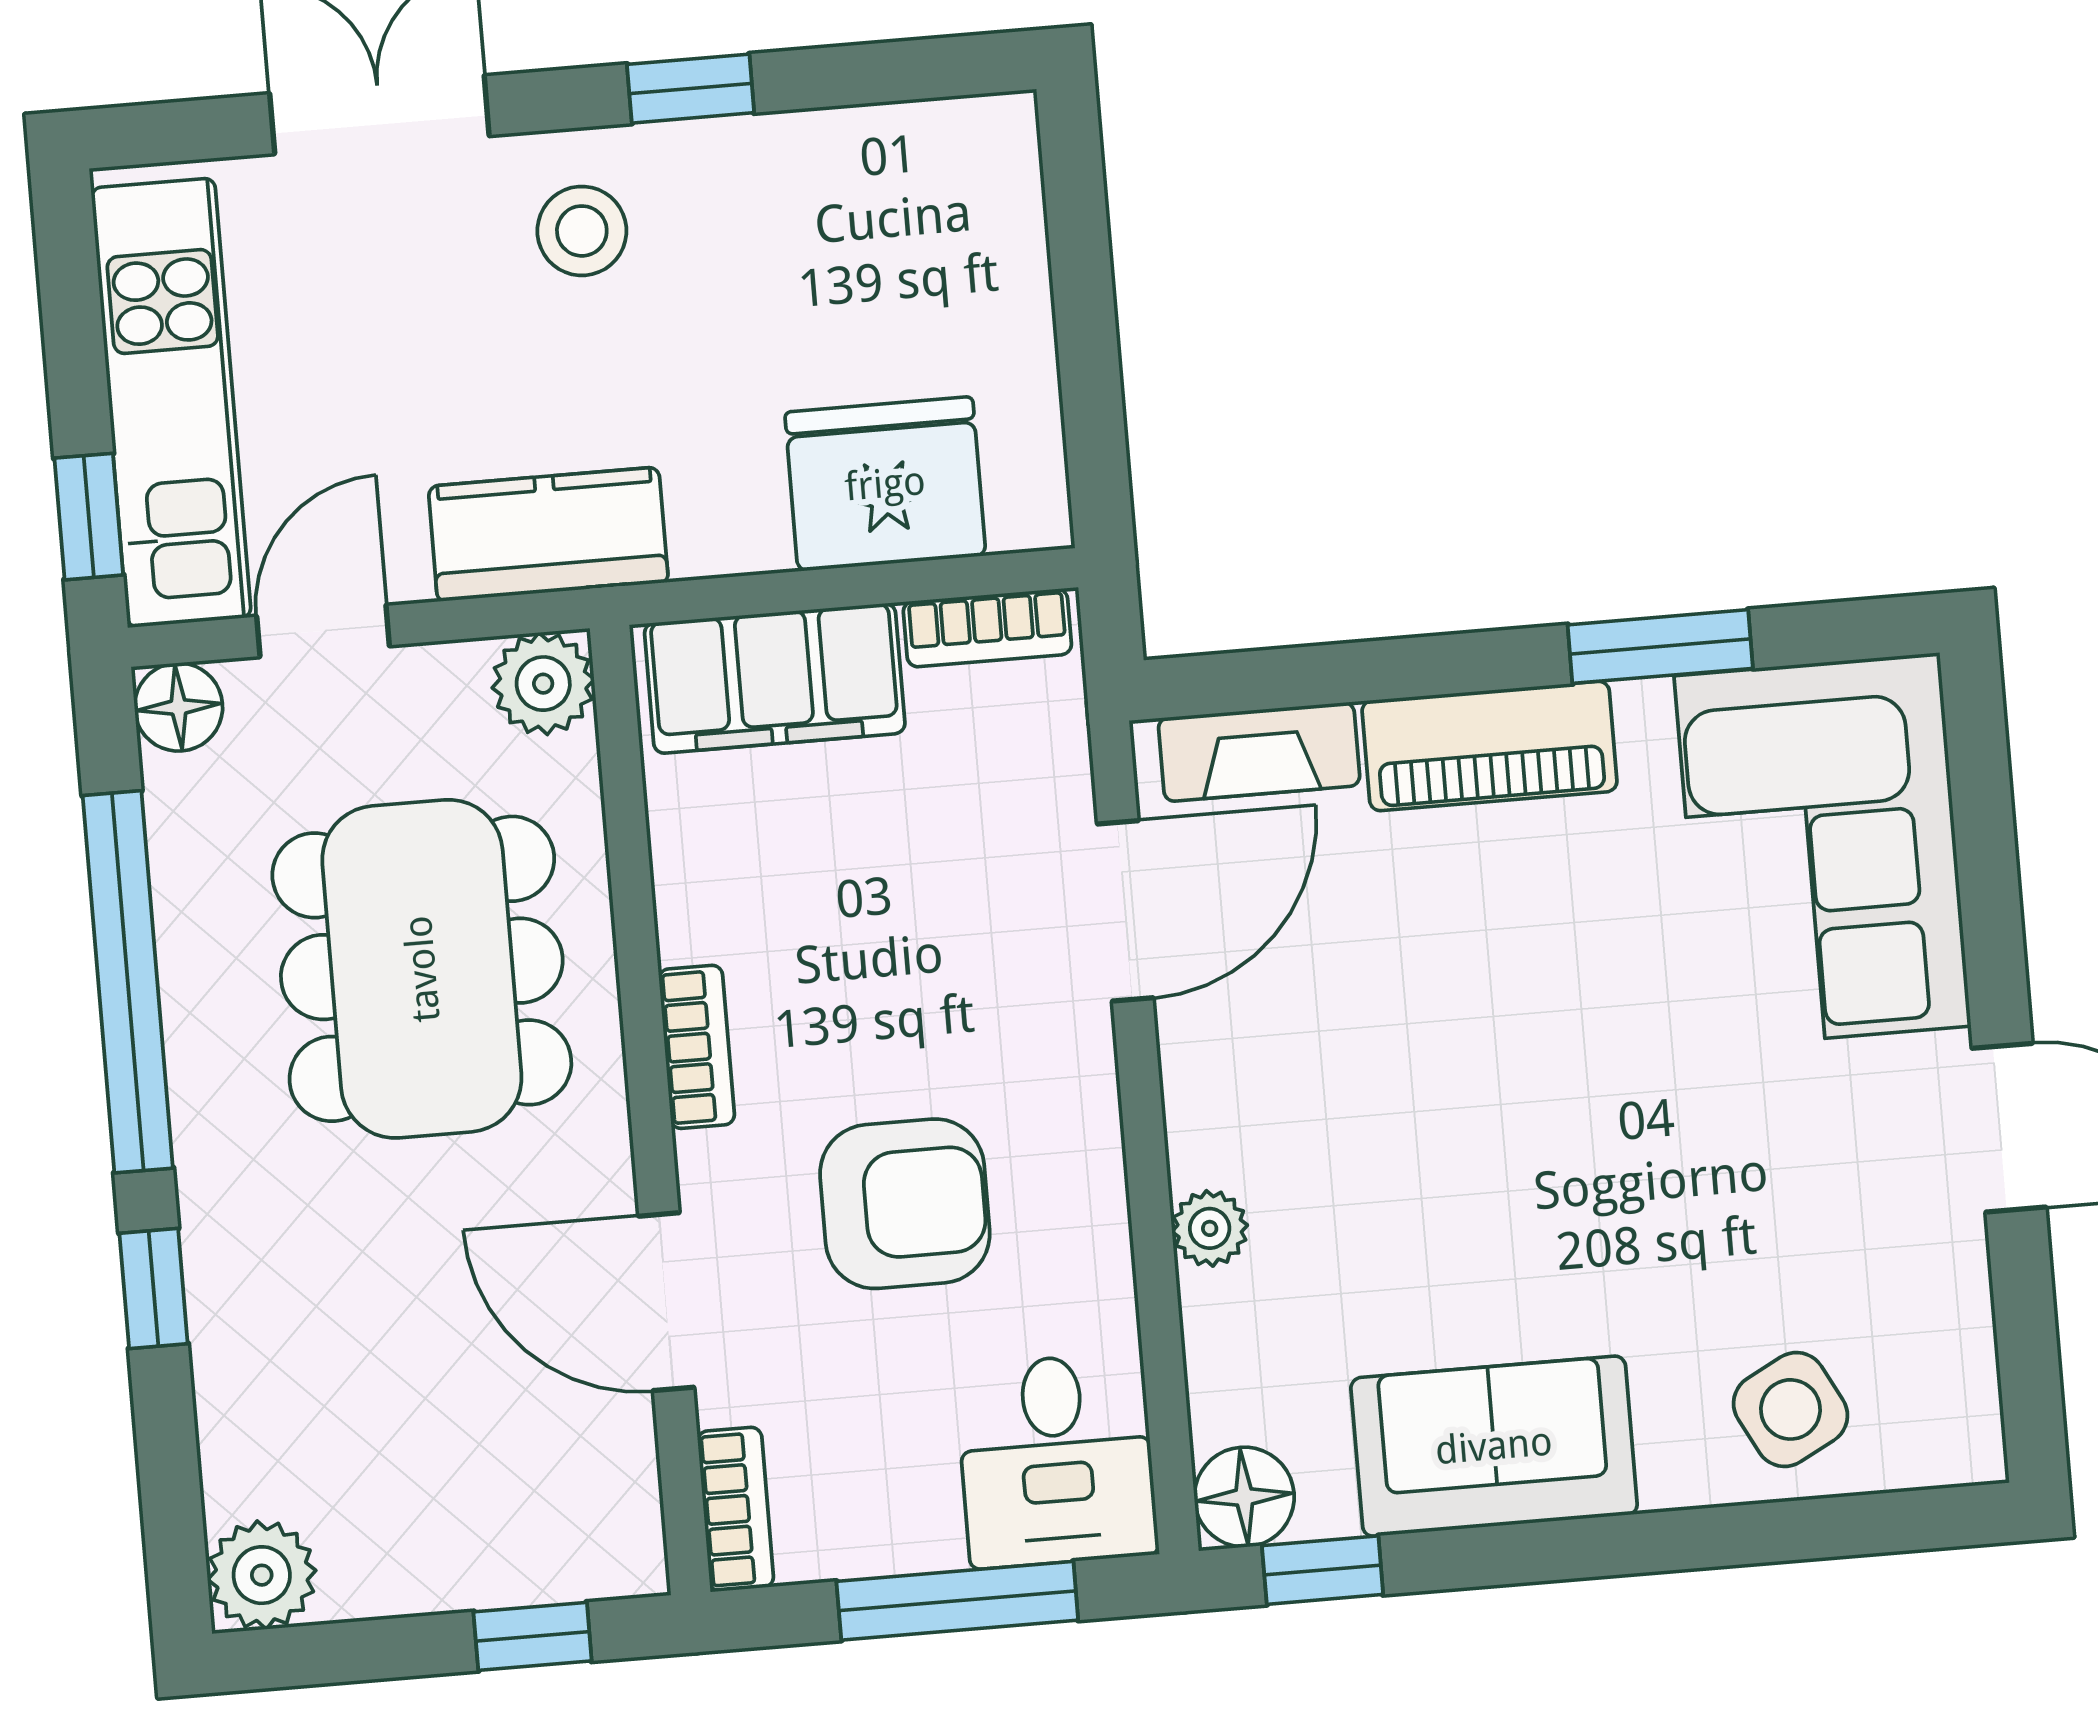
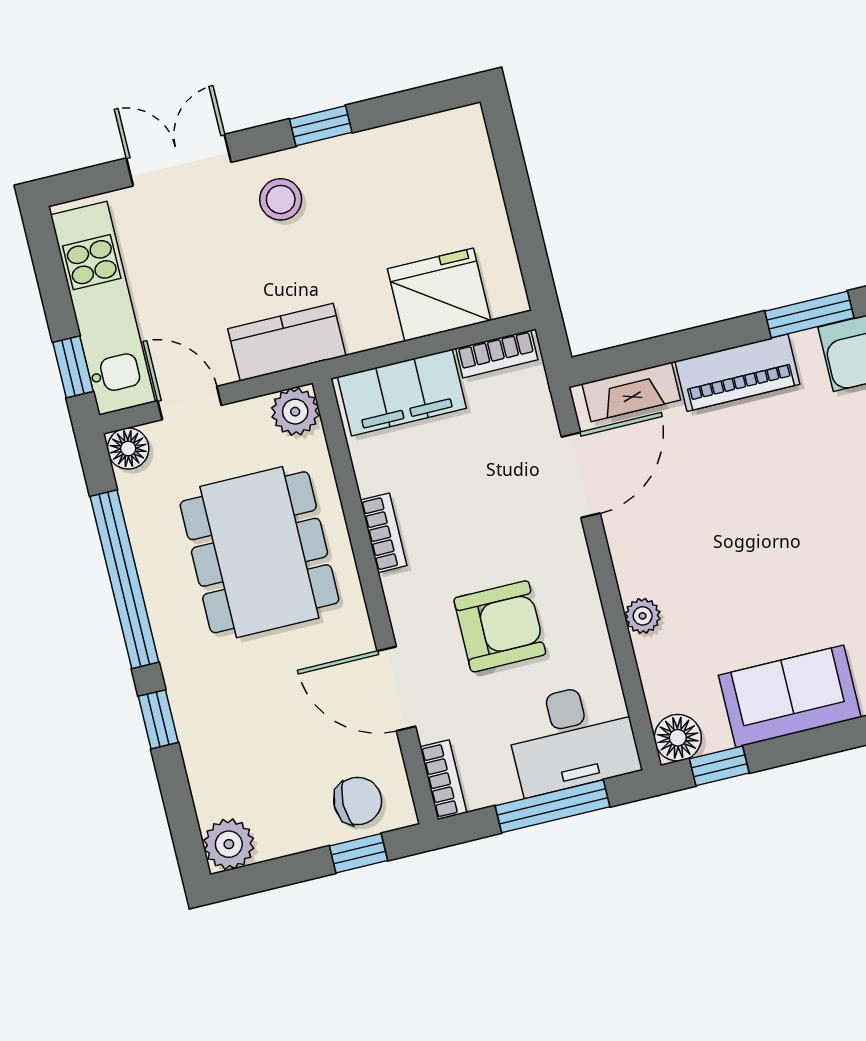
door: (323, 631) -> (190, 403), hinge flipped
bookcase: (697, 1047) -> (384, 533), moved
desk: (1057, 1460) -> (572, 738), width x1.37
chair: (548, 1526) -> (358, 801), added

